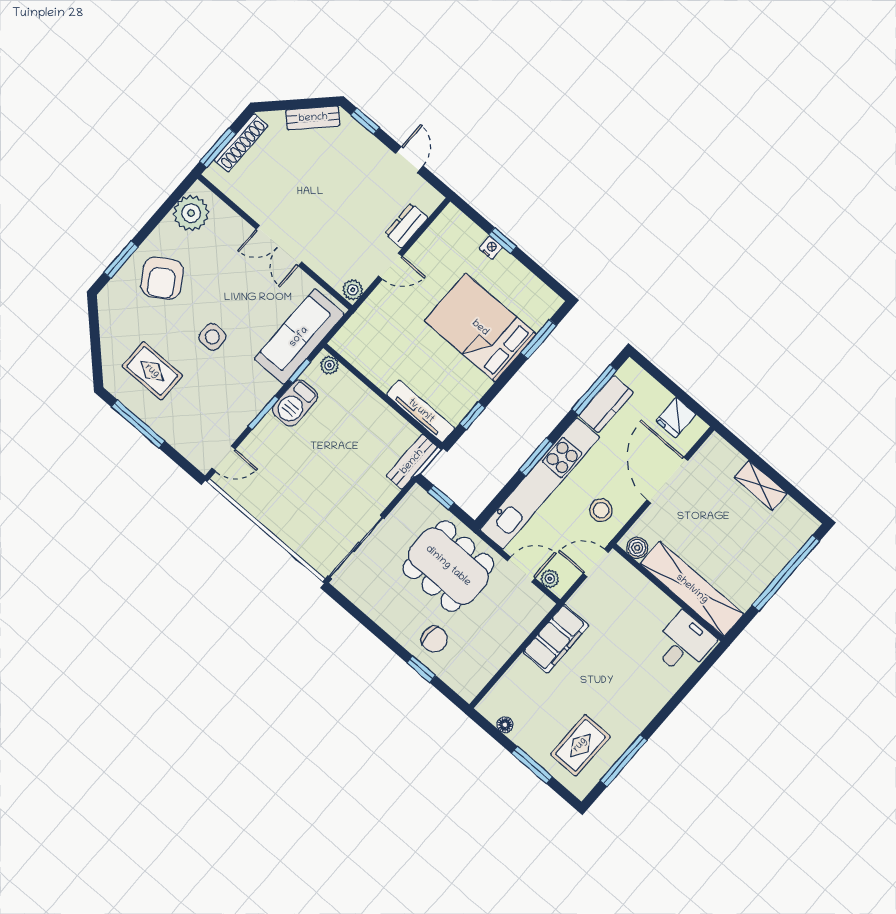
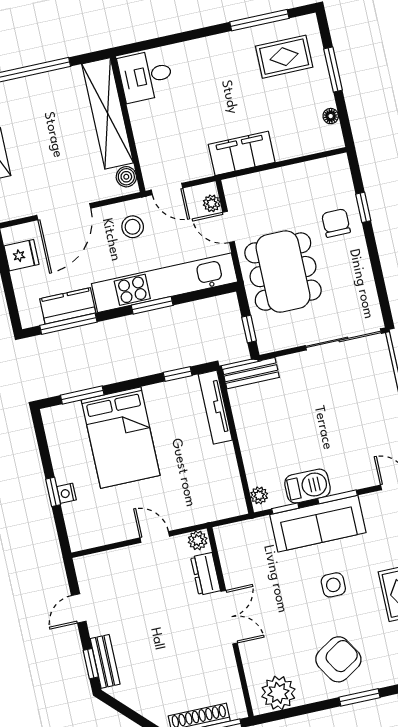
bench: (313, 118) -> (105, 661), moved, turned 45
dresser: (406, 226) -> (206, 574), moved, turned 90
sofa: (299, 337) -> (318, 524), moved

